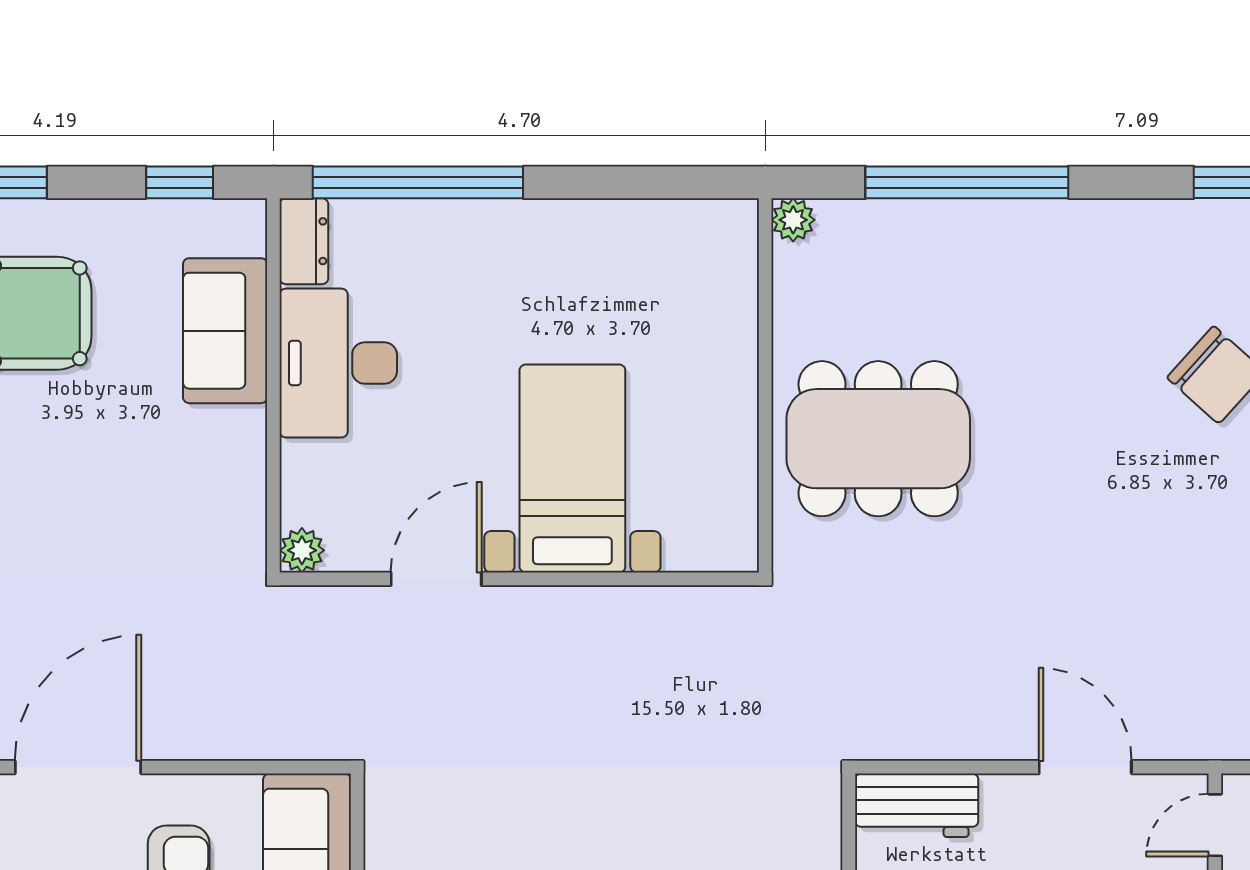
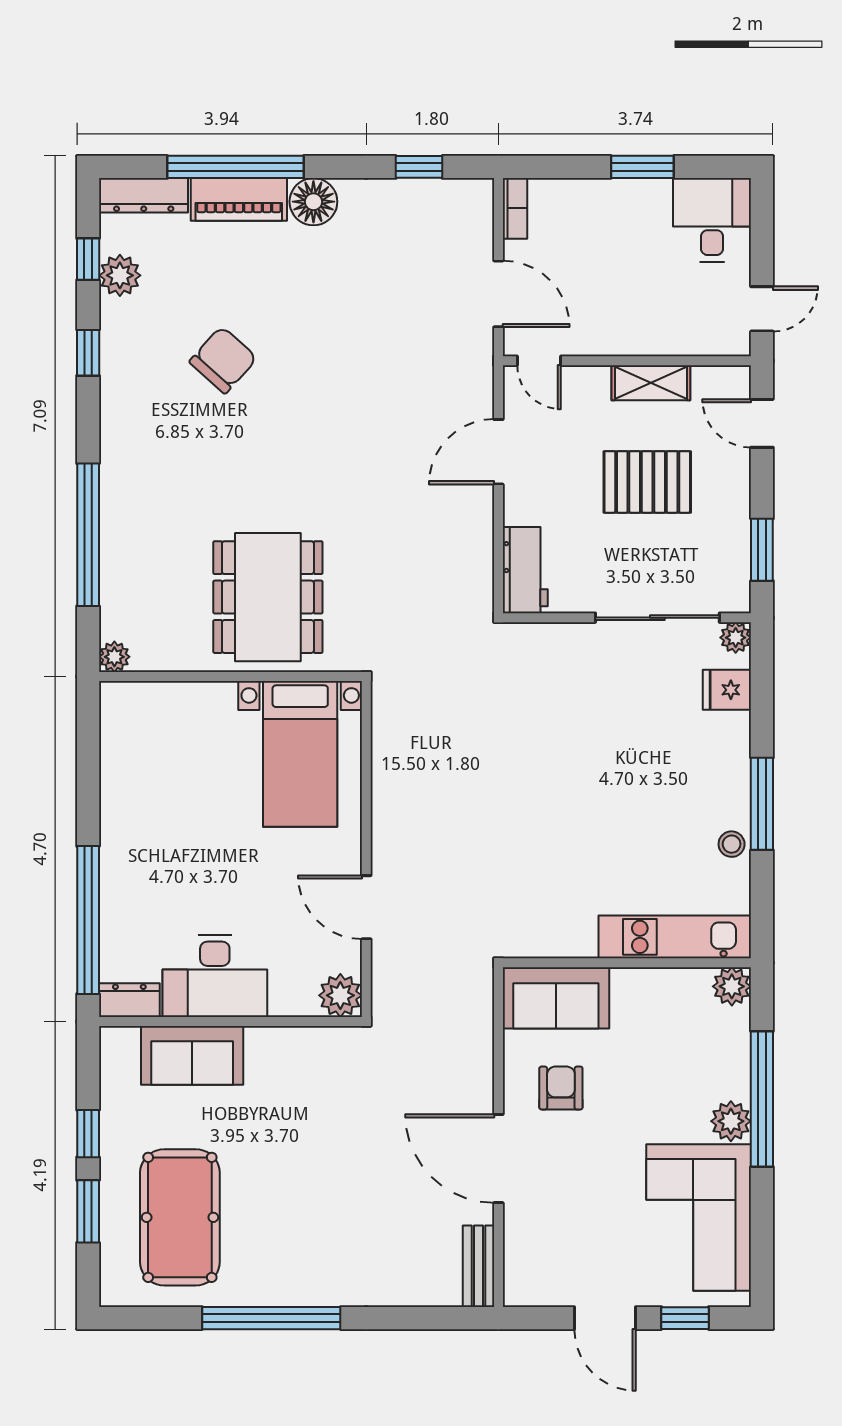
window: (180, 182) -> (88, 1134), moved
bed with nightstands: (572, 469) -> (300, 754), moved, turned -90
plant: (302, 550) -> (340, 995), width x1.38, depth x1.38

